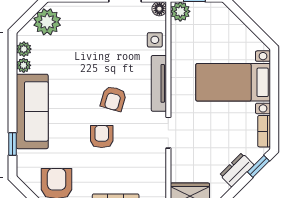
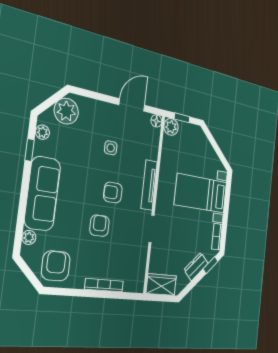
side table: (155, 40) -> (111, 148), moved
plant: (24, 65) -> (29, 237), moved
armchair: (113, 99) -> (113, 192), turned 74
window: (12, 144) -> (30, 150), moved

